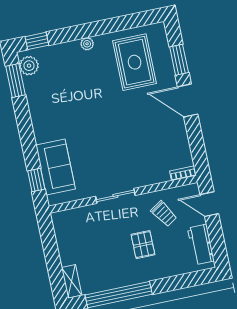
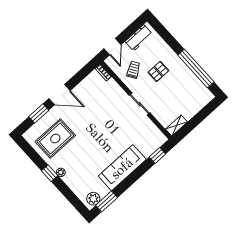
window: (37, 41) -> (50, 173), moved
door: (188, 101) -> (60, 95), hinge flipped
sofa: (56, 167) -> (122, 168), moved, width x1.36
shelving: (72, 281) -> (176, 126), moved

